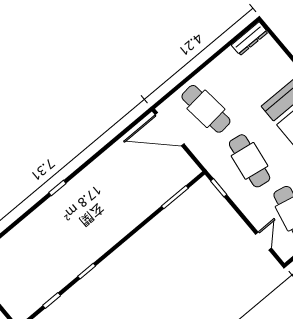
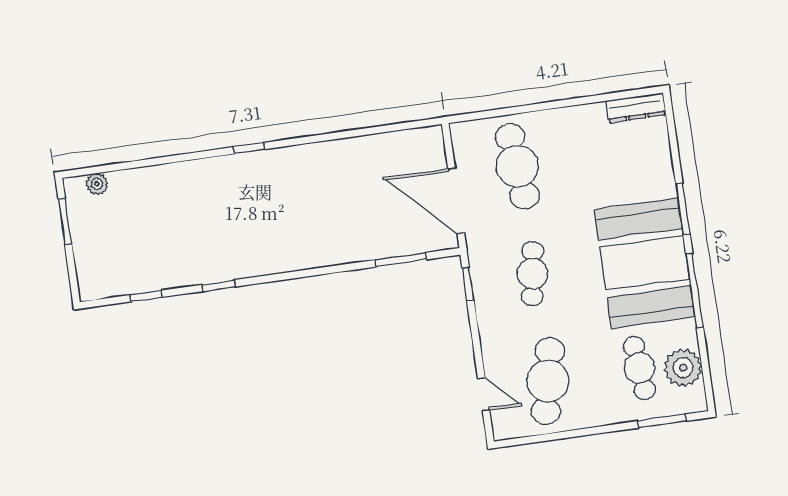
door: (170, 129) -> (456, 201), moved
cafe table: (250, 161) -> (533, 274), width x0.73, depth x0.74
door: (263, 241) -> (484, 394), hinge flipped

